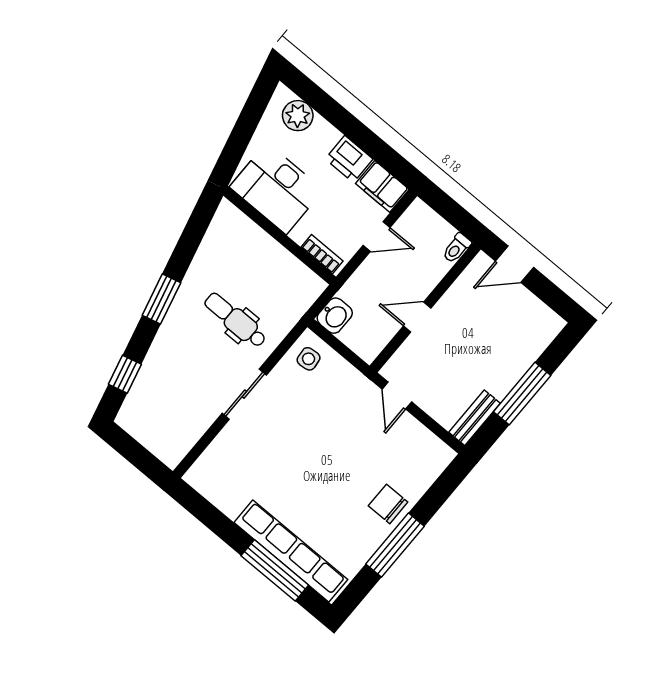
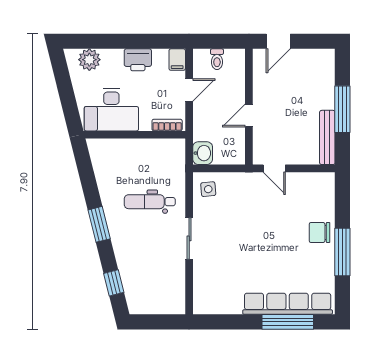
filing cabinet: (382, 186) -> (177, 60), width x0.50
toilet: (457, 248) -> (217, 59), moved
bench: (474, 418) -> (327, 137), width x1.36

